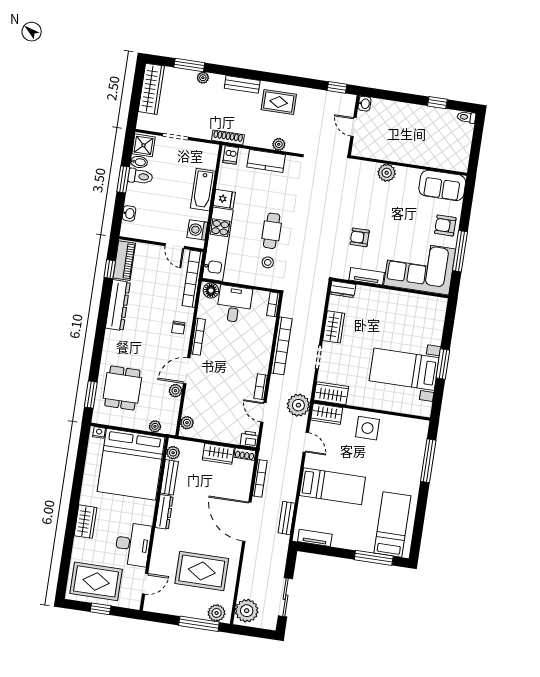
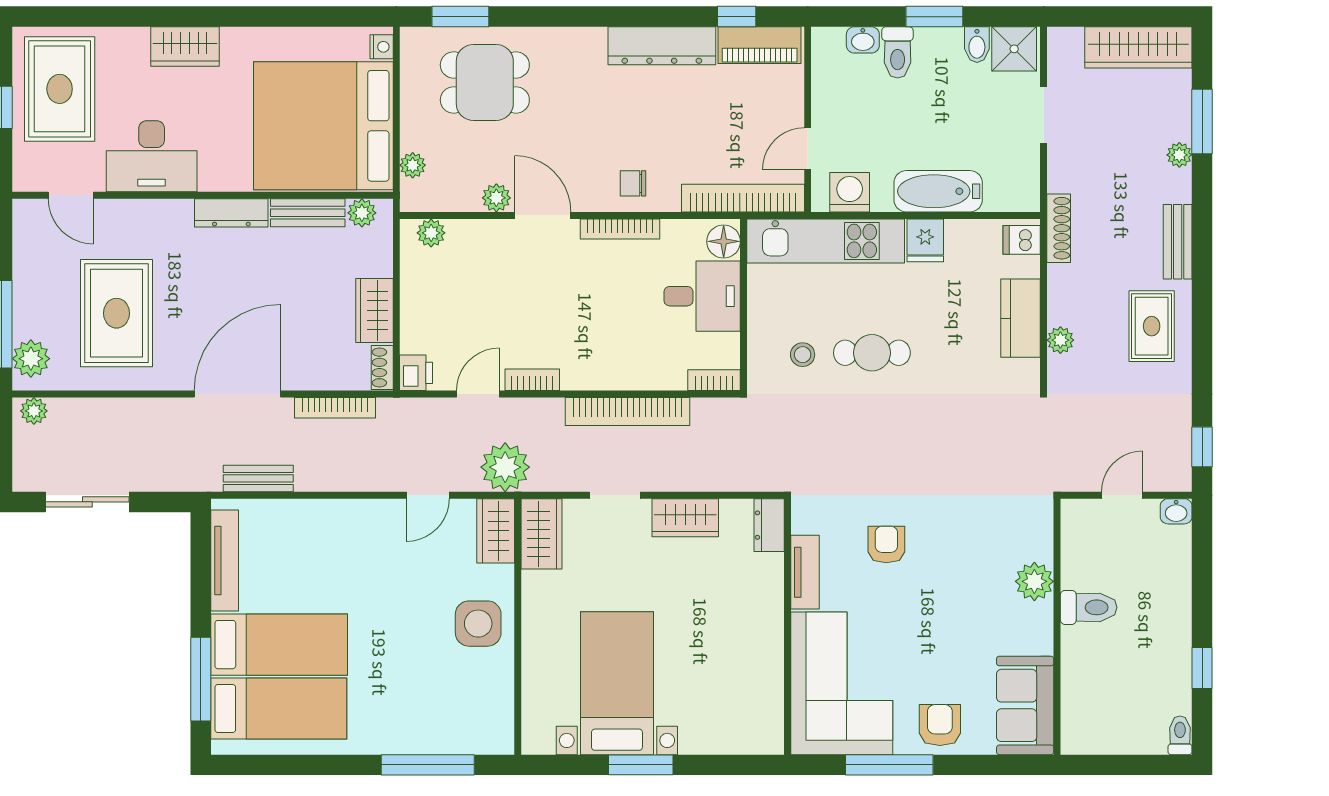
toilet: (402, 150) -> (1089, 607), added
toilet: (140, 176) -> (898, 52), moved
bed: (332, 486) -> (279, 645), moved, turned -90
tv unit: (315, 538) -> (225, 561), width x1.41
plant: (247, 611) -> (34, 411), width x0.53, depth x0.53

